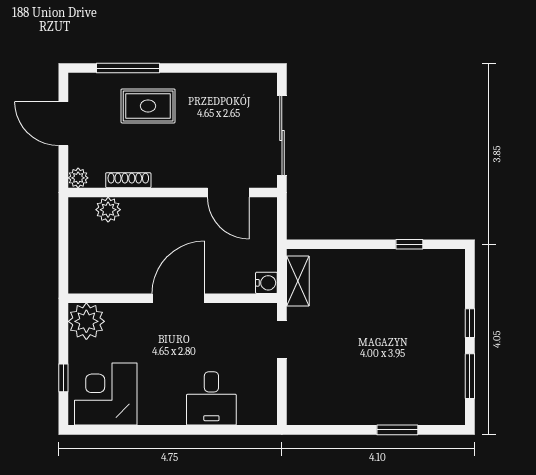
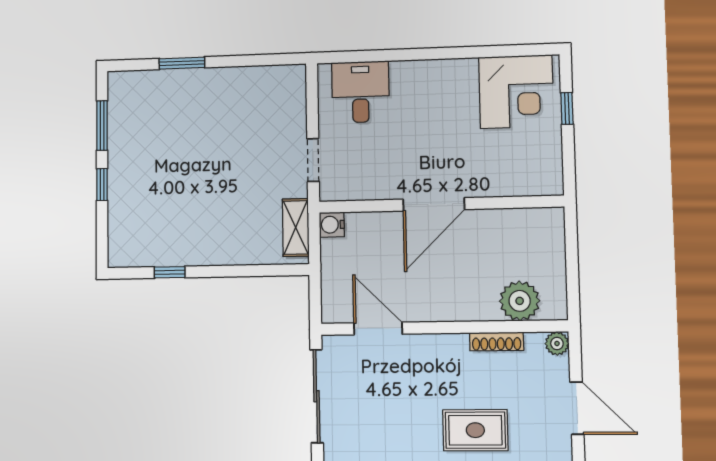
plant: (108, 210) -> (520, 301), width x1.36, depth x1.36
plant: (86, 321) -> (542, 175), removed
desk: (211, 398) -> (360, 92), moved

